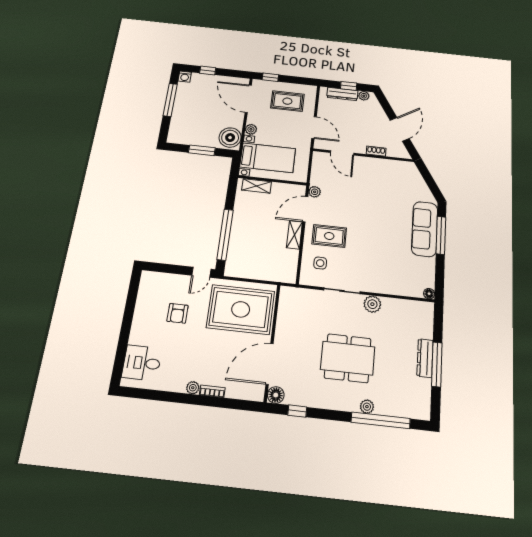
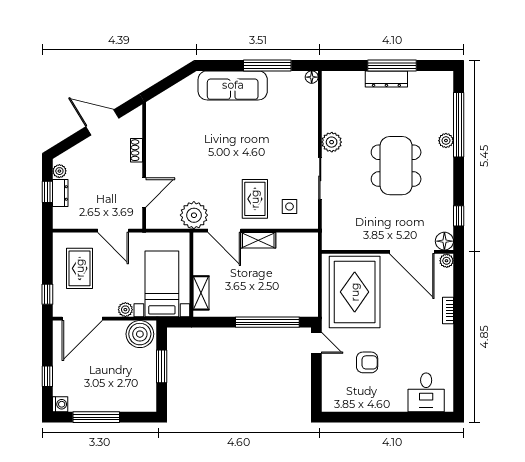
dresser: (342, 94) -> (60, 193), width x0.70
door: (314, 128) -> (113, 231), swing flipped
plant: (315, 192) -> (194, 215), width x1.87, depth x1.87
window: (441, 235) -> (267, 65), moved
plant: (193, 388) -> (447, 261), moved

